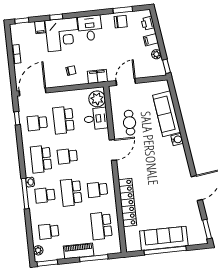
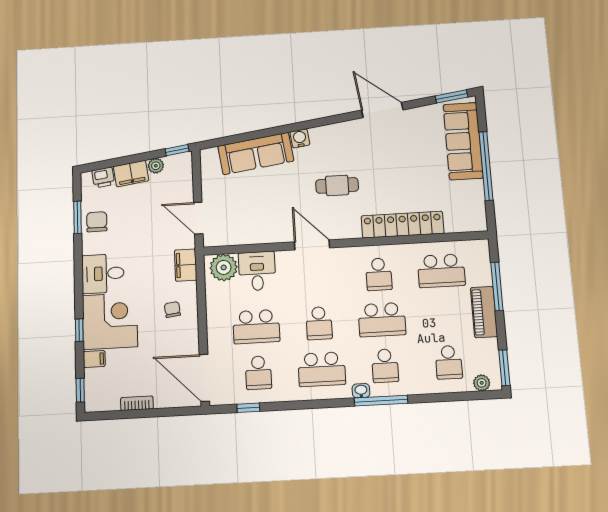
filing cabinet: (151, 40) -> (131, 174), width x2.00
cafe table: (130, 123) -> (337, 185), moved
sofa: (164, 238) -> (463, 141), moved

